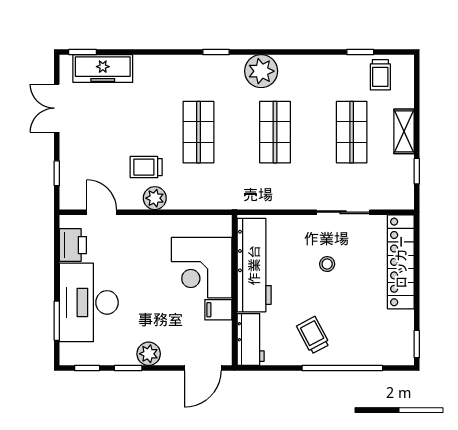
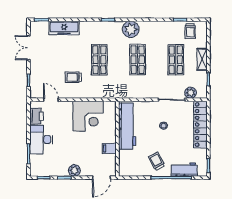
freezer: (103, 69) -> (64, 28), moved
plant: (155, 198) -> (191, 93), moved
corner desk: (202, 268) -> (88, 116), moved, turned -90
desk: (89, 302) -> (41, 140), width x0.73, depth x0.77
workbench: (251, 339) -> (184, 170), moved, turned -90

